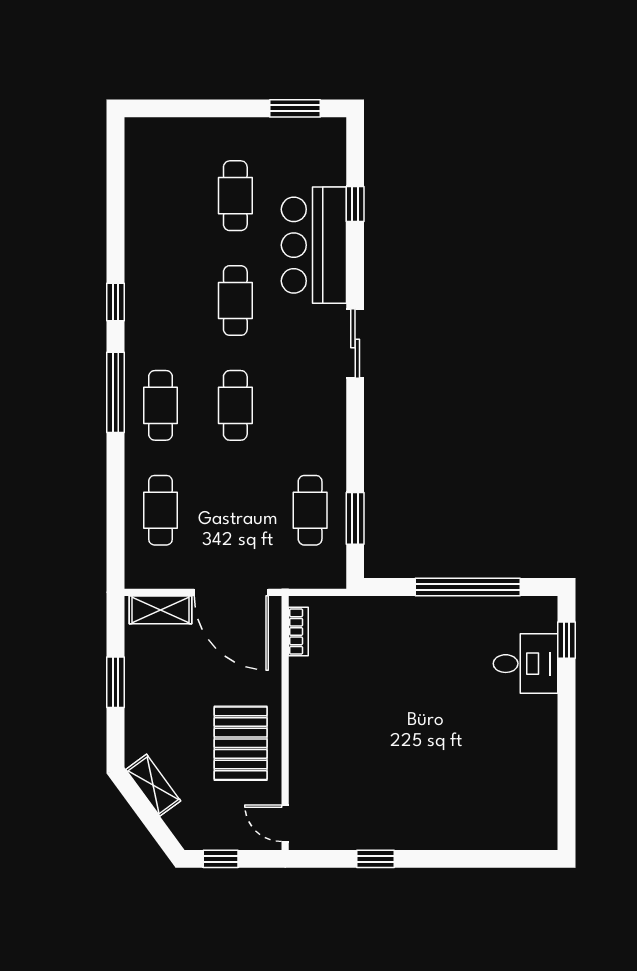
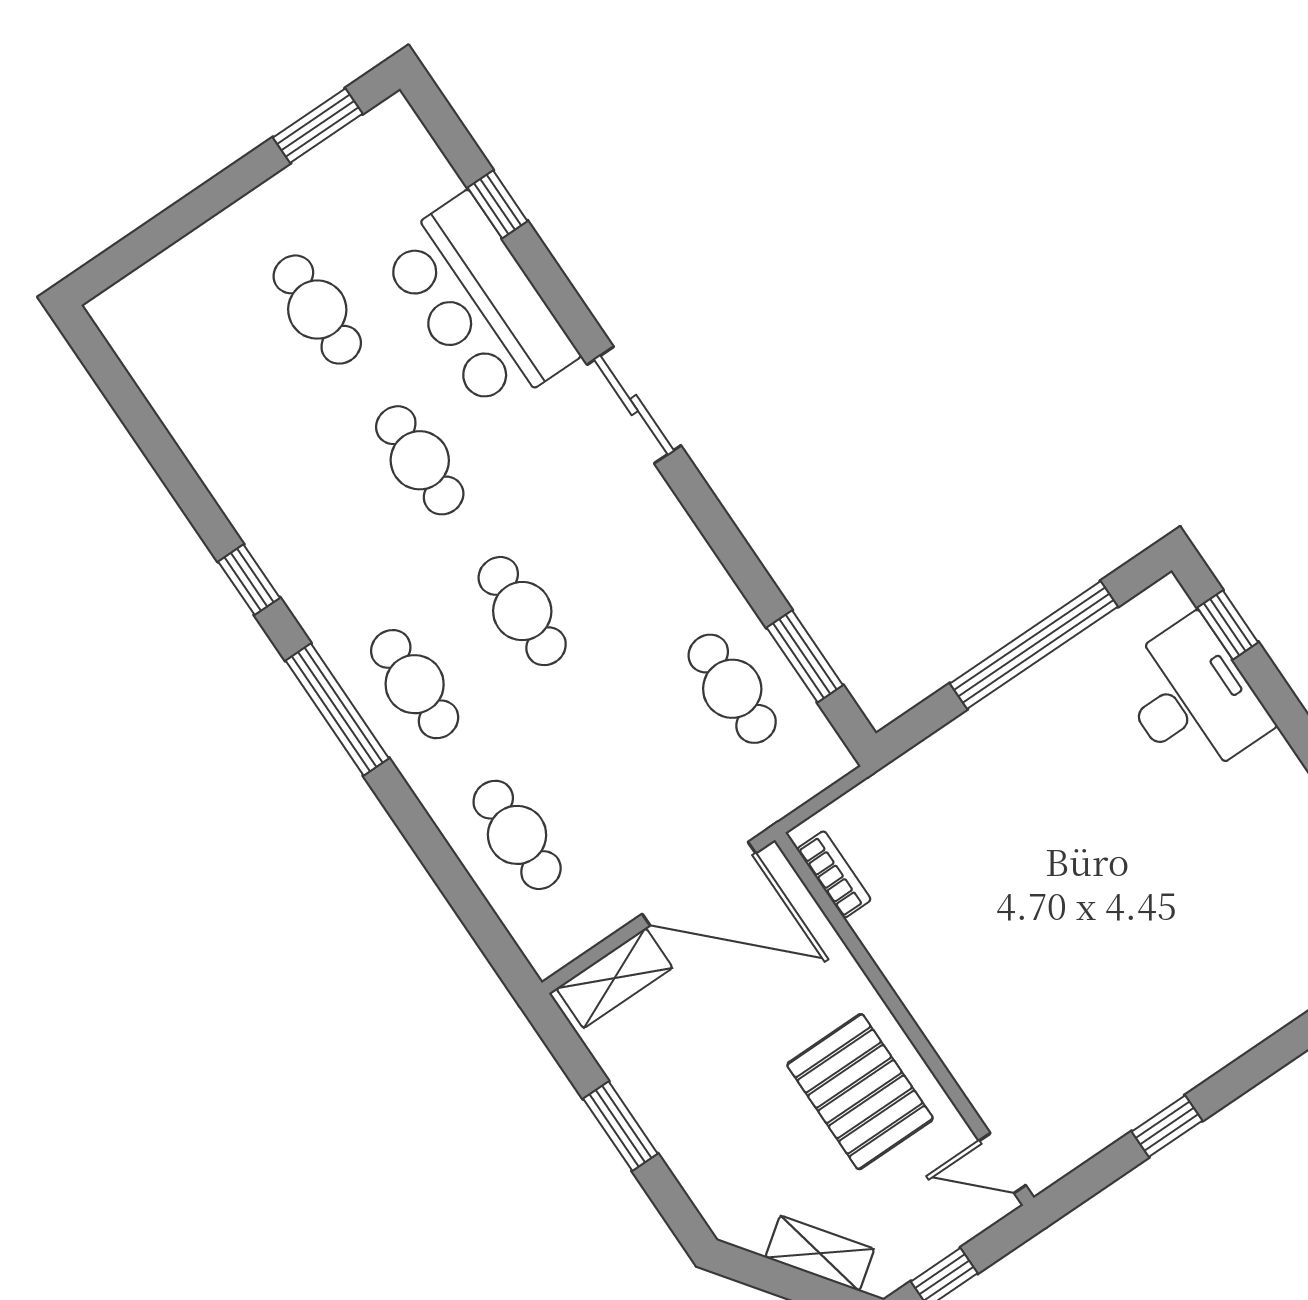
desk: (526, 664) -> (1192, 699), width x1.37
shelving: (153, 785) -> (820, 1253), moved

